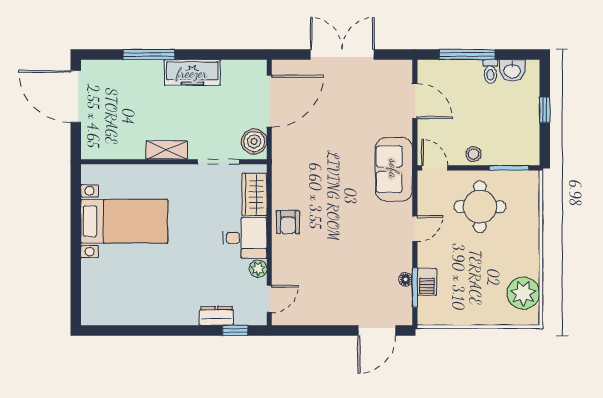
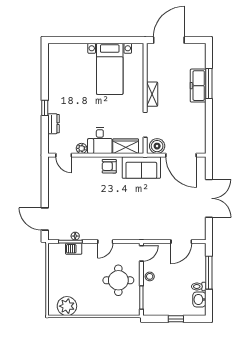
freezer: (192, 73) -> (198, 86), moved
door: (76, 96) -> (169, 40), moved
sofa: (394, 169) -> (141, 168), moved, turned 180
door: (415, 229) -> (105, 242), hinge flipped
window: (235, 331) -> (45, 108), moved

